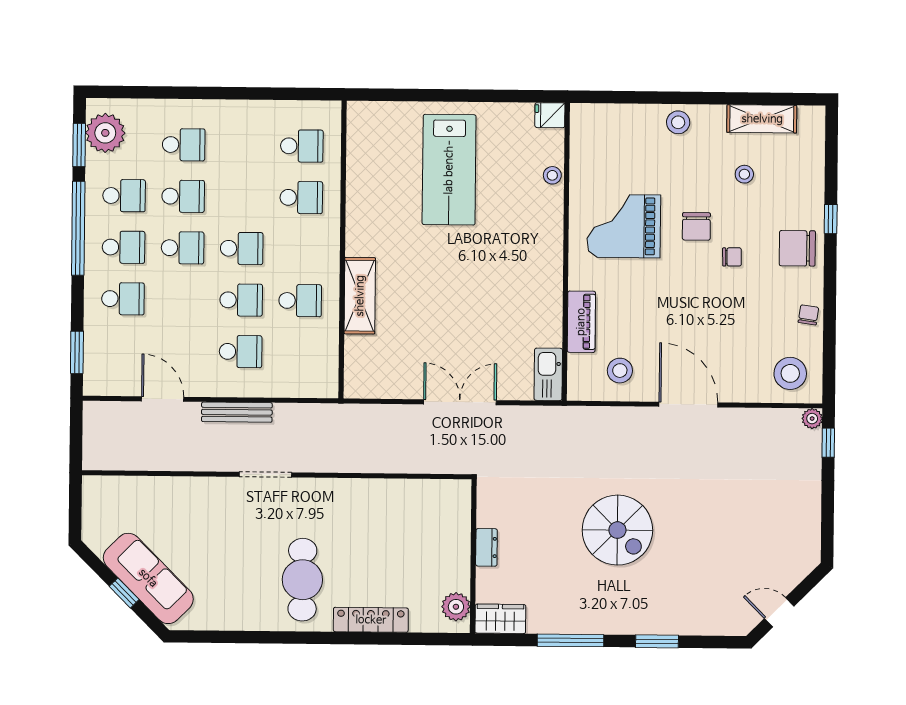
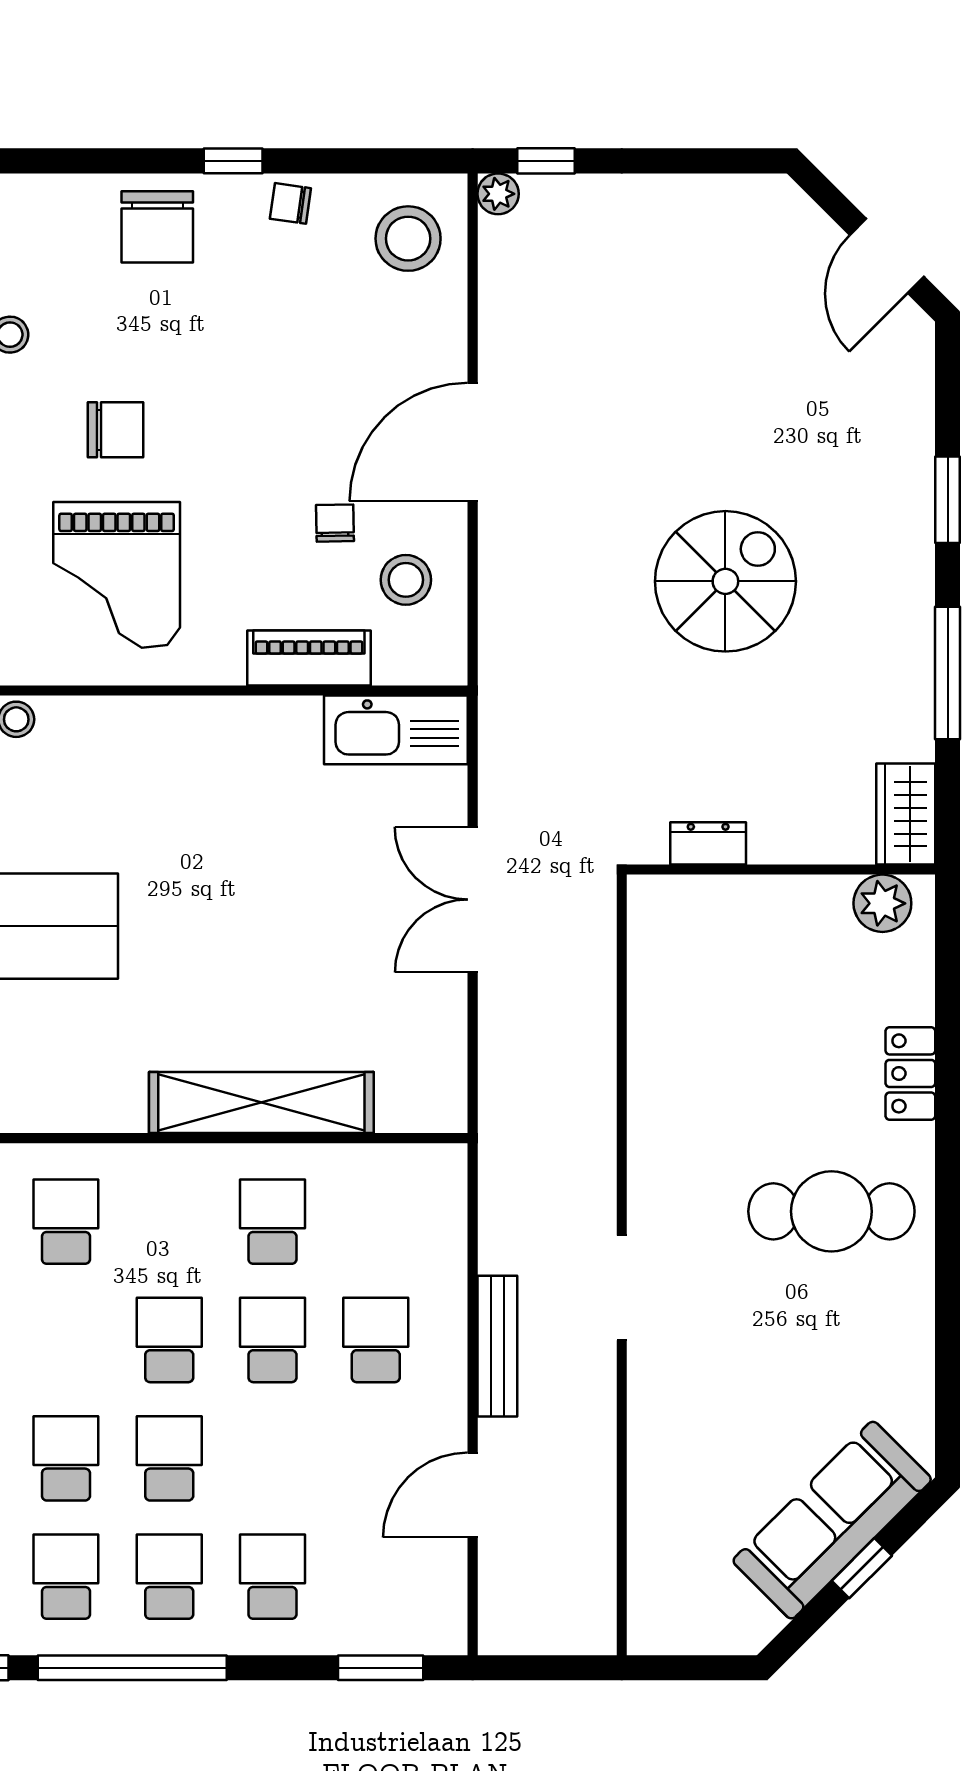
window: (831, 219) -> (233, 161), moved
chair: (732, 257) -> (335, 523), moved
shelving: (360, 296) -> (261, 1102), width x1.47
kitchen sink: (548, 374) -> (396, 730), width x1.36, depth x1.24
dresser: (486, 547) -> (708, 843), moved
door: (779, 612) -> (887, 256), width x1.38
locker: (371, 620) -> (910, 1073), width x0.66

